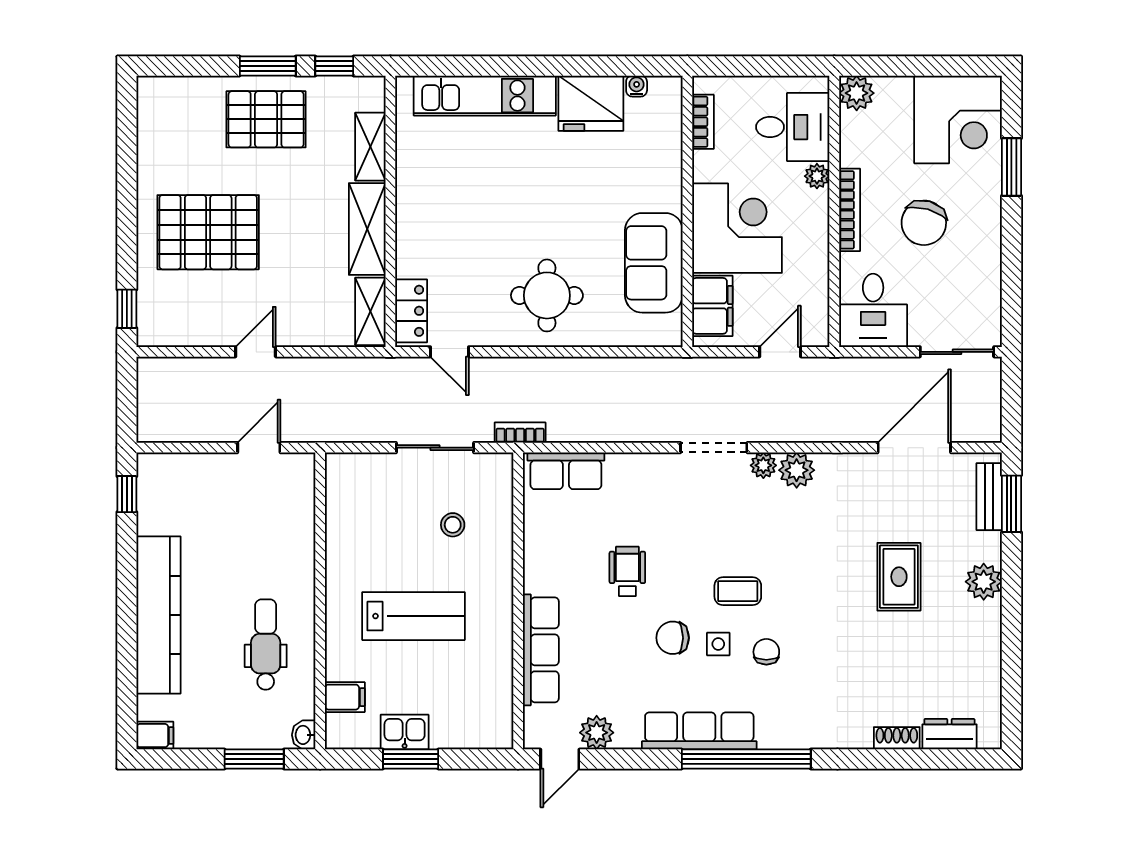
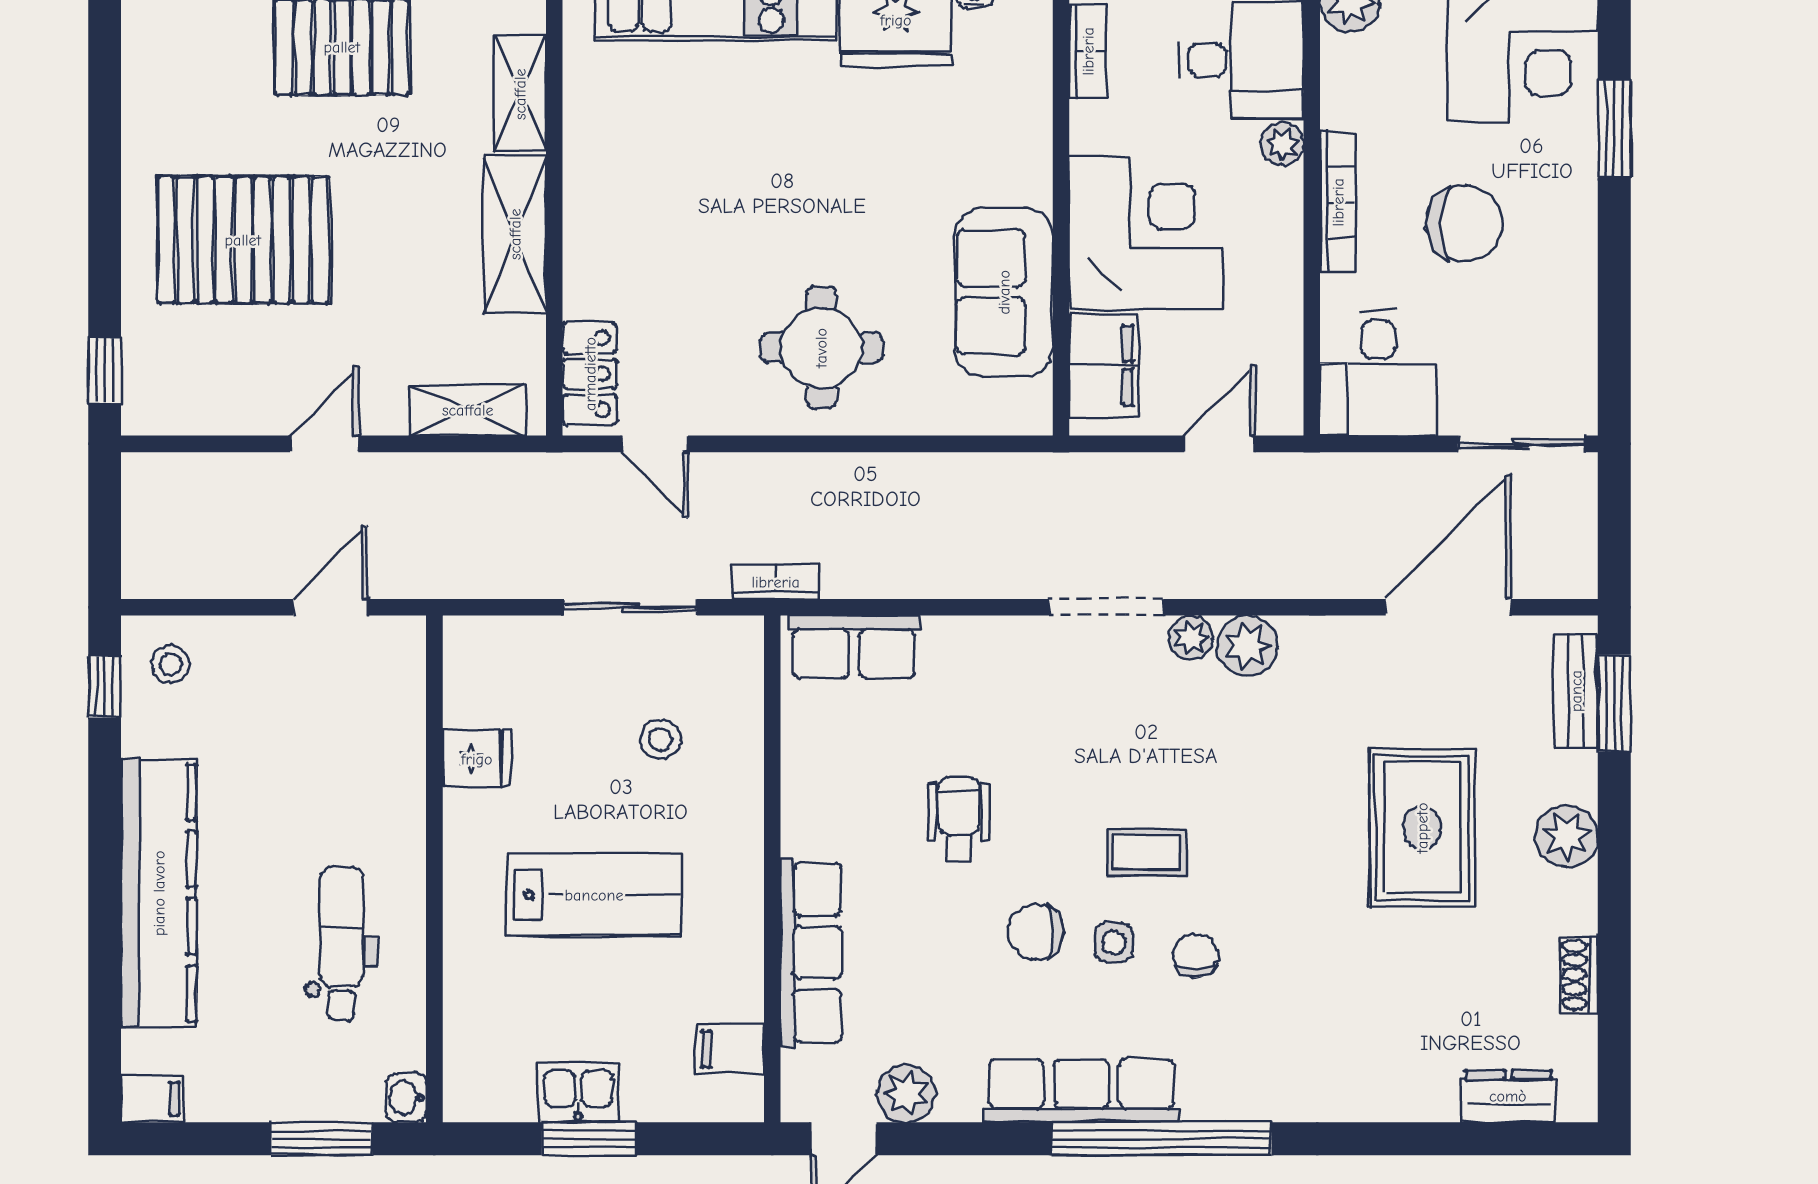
chair: (924, 223) -> (1465, 224), turned -106
shelving: (370, 311) -> (468, 410), moved, turned 90
stool: (165, 481) -> (170, 664), added
fridge: (345, 536) -> (477, 759), added
rug: (899, 577) -> (1422, 828), width x1.36, depth x1.43
filing cabinet: (345, 697) -> (730, 1049), moved, turned 180
shoe rack: (897, 738) -> (1579, 975), moved, turned -90

